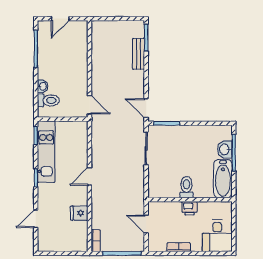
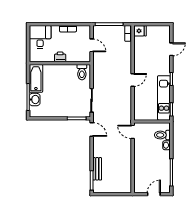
toilet: (186, 187) -> (82, 72), moved
fridge: (79, 213) -> (140, 31), moved

